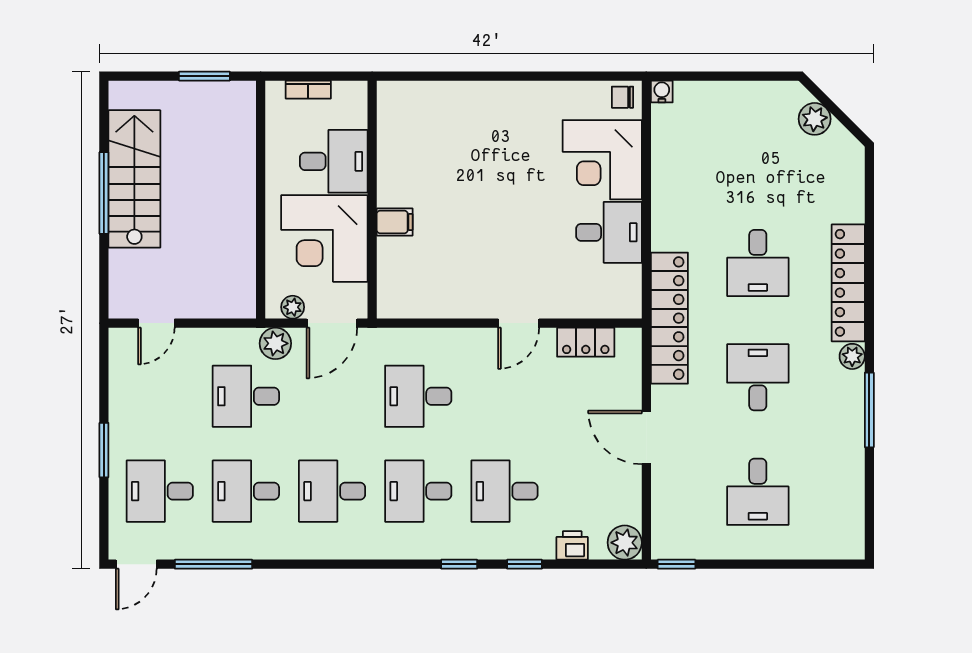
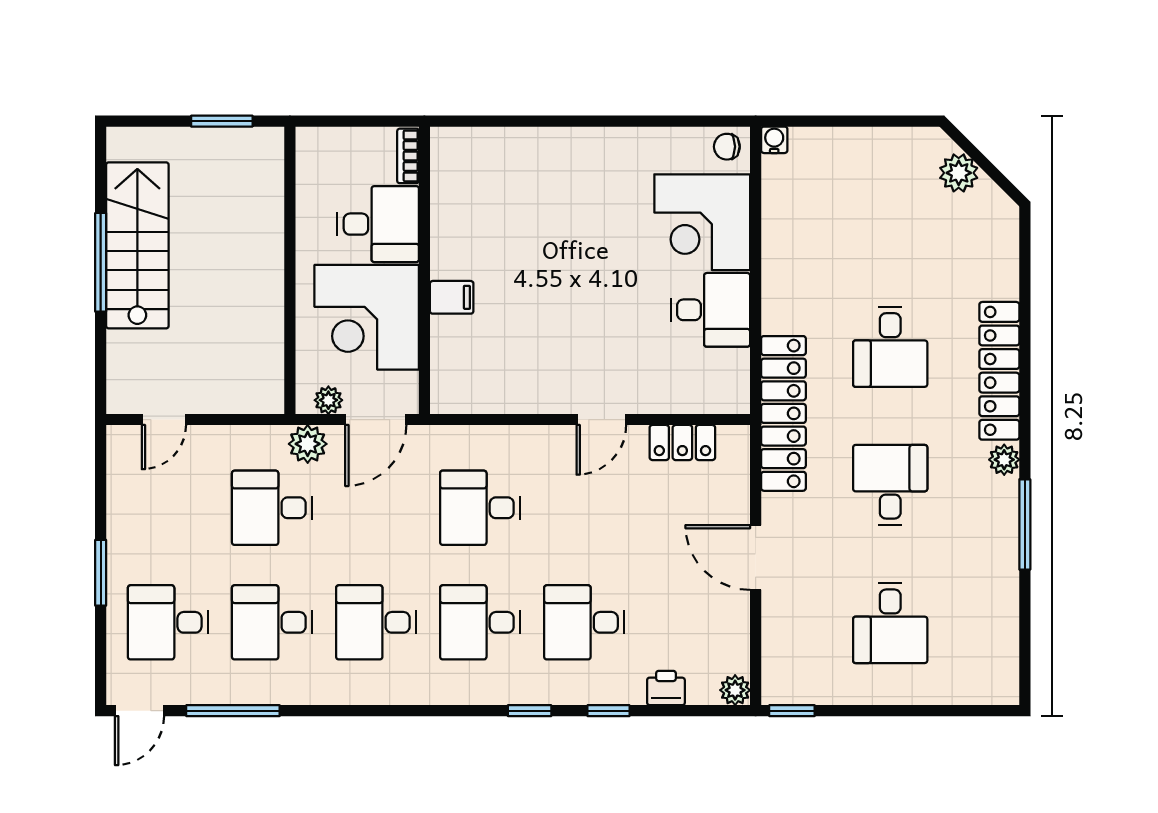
bookcase: (308, 90) -> (408, 156), moved, turned 90
plant: (625, 543) -> (735, 690), width x0.73, depth x0.73

